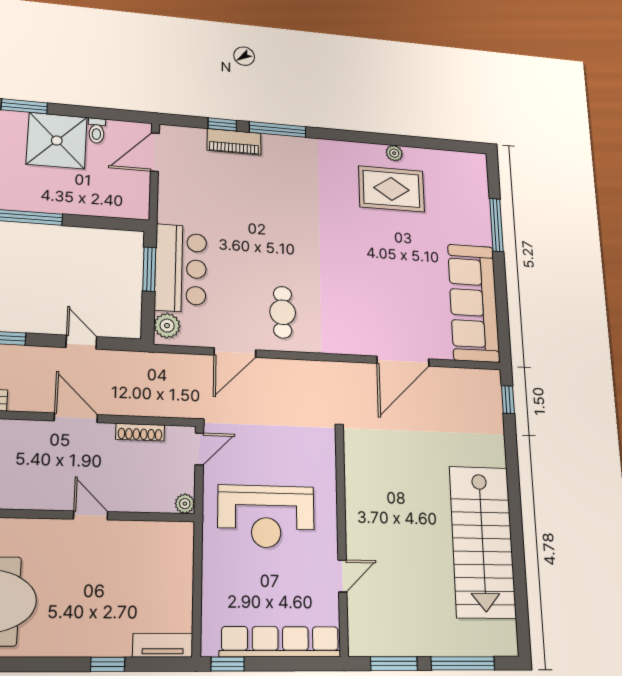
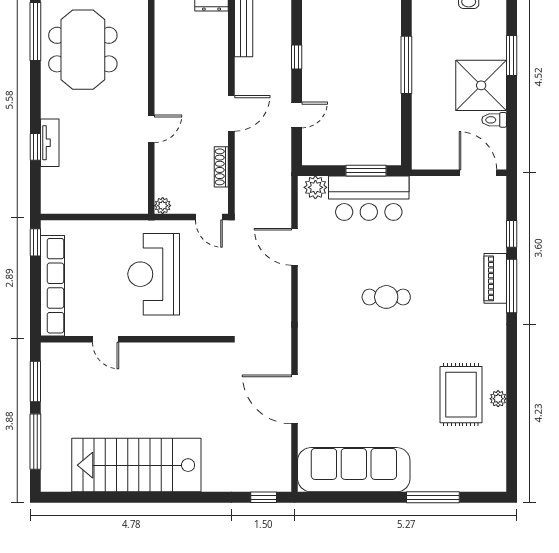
piano: (234, 142) -> (495, 278), moved
cafe table: (283, 312) -> (386, 297), moved
tv unit: (163, 645) -> (50, 143), moved

